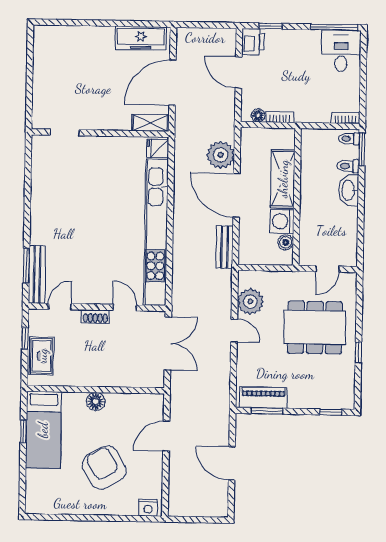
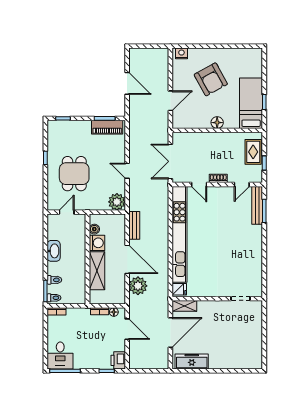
door: (239, 72) -> (127, 329), moved
washbasin: (349, 190) -> (54, 251), moved
plant: (250, 301) -> (117, 202), moved
dining table: (315, 327) -> (74, 174), width x0.73

